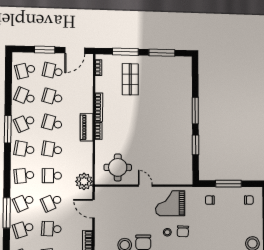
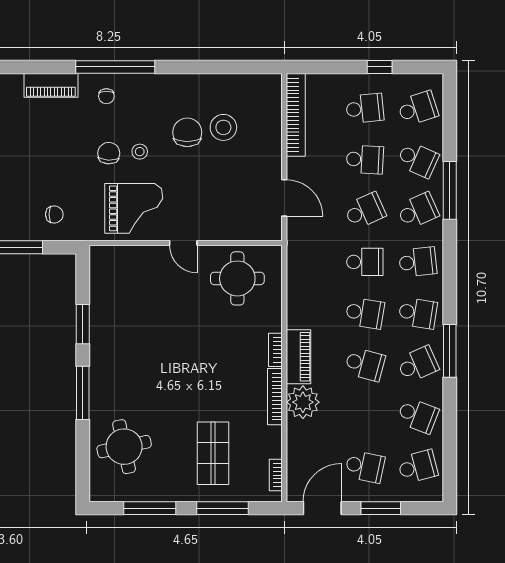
round table: (175, 83) -> (124, 447), added
school desk: (53, 97) -> (365, 415), removed
plant: (84, 181) -> (303, 402), moved
school desk: (23, 229) -> (418, 160), turned 42

